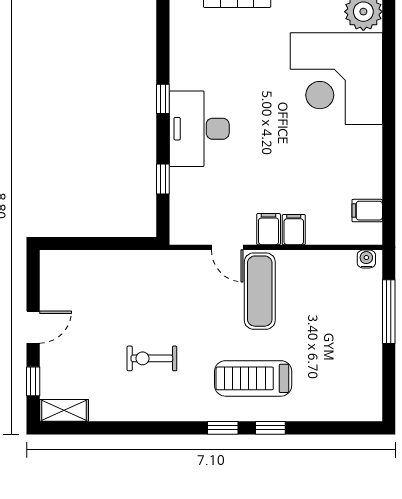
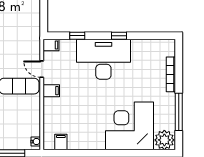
desk: (199, 129) -> (103, 59), width x1.36, depth x1.30
filing cabinet: (294, 230) -> (51, 45), moved
door: (227, 247) -> (42, 69), hinge flipped

